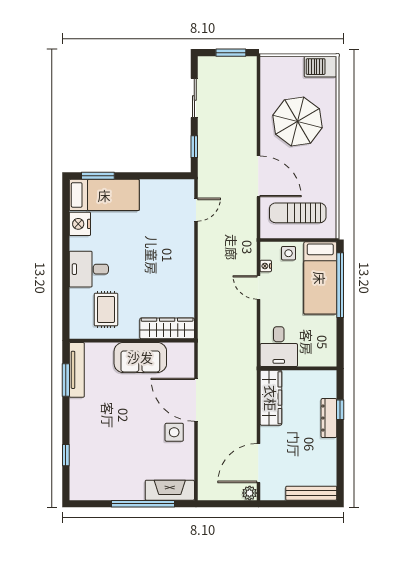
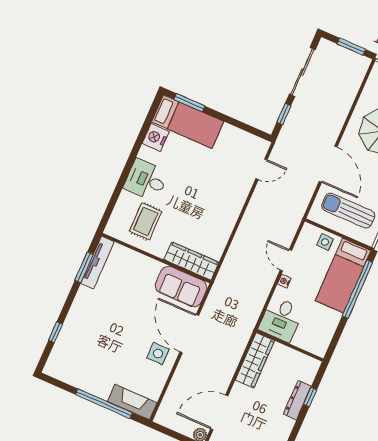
sliding door: (194, 98) -> (302, 72), width x1.37
nightstand: (266, 266) -> (284, 281), moved
sofa: (140, 357) -> (181, 287), moved

